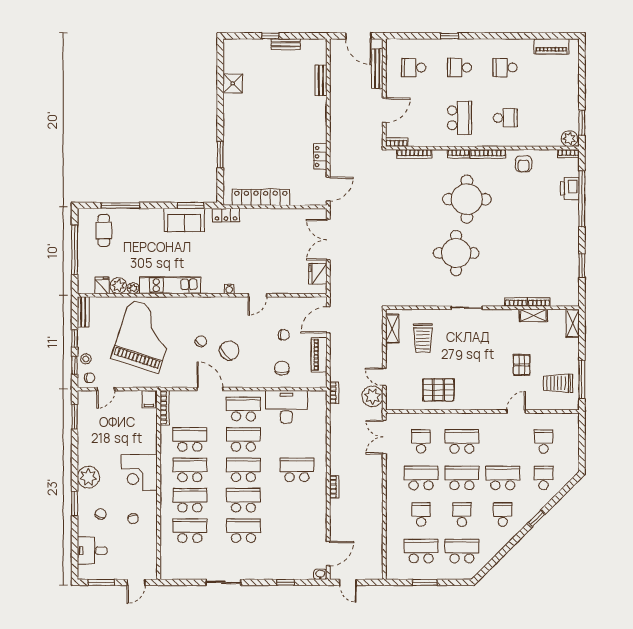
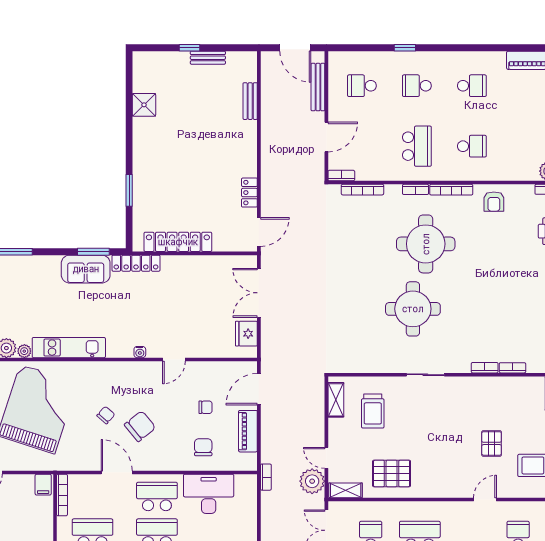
school desk: (505, 68) -> (472, 86), turned 180
locker: (226, 215) -> (136, 263), width x1.53
shelving: (533, 315) -> (346, 490), moved

